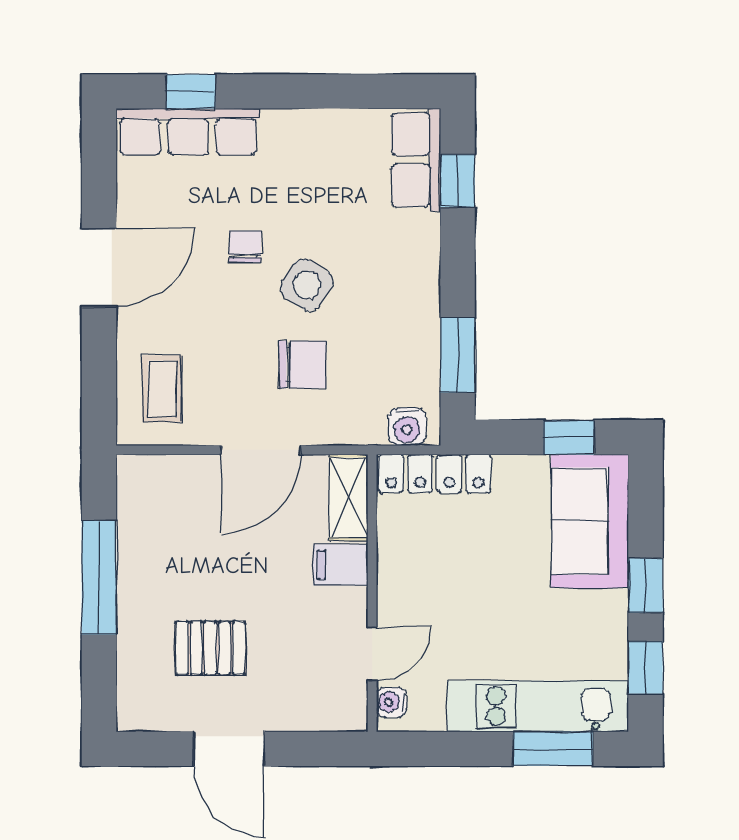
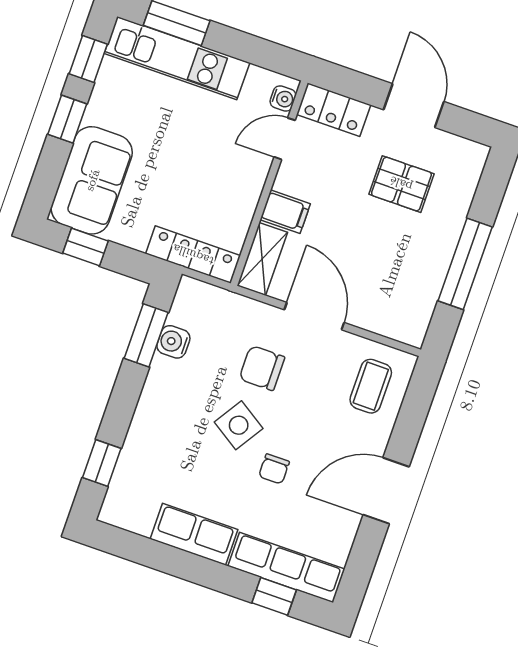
row of seats: (416, 160) -> (194, 534), moved, turned -90
water cooler: (407, 427) -> (173, 342), moved, turned -90
door: (261, 450) -> (314, 316), hinge flipped
locker: (325, 710) -> (334, 110), added

